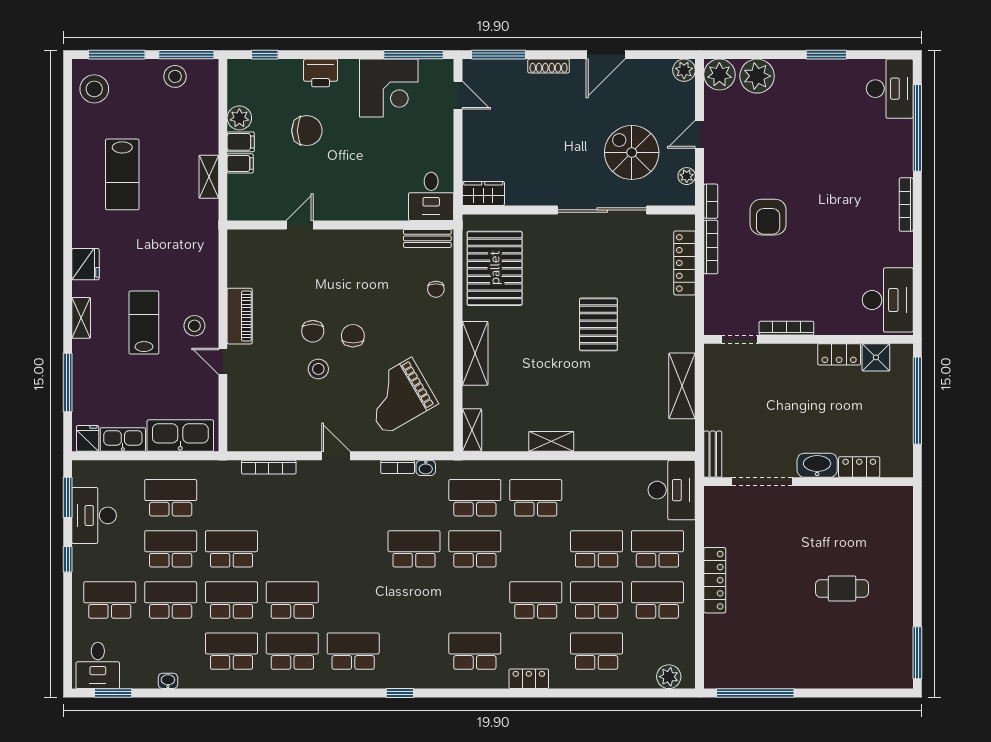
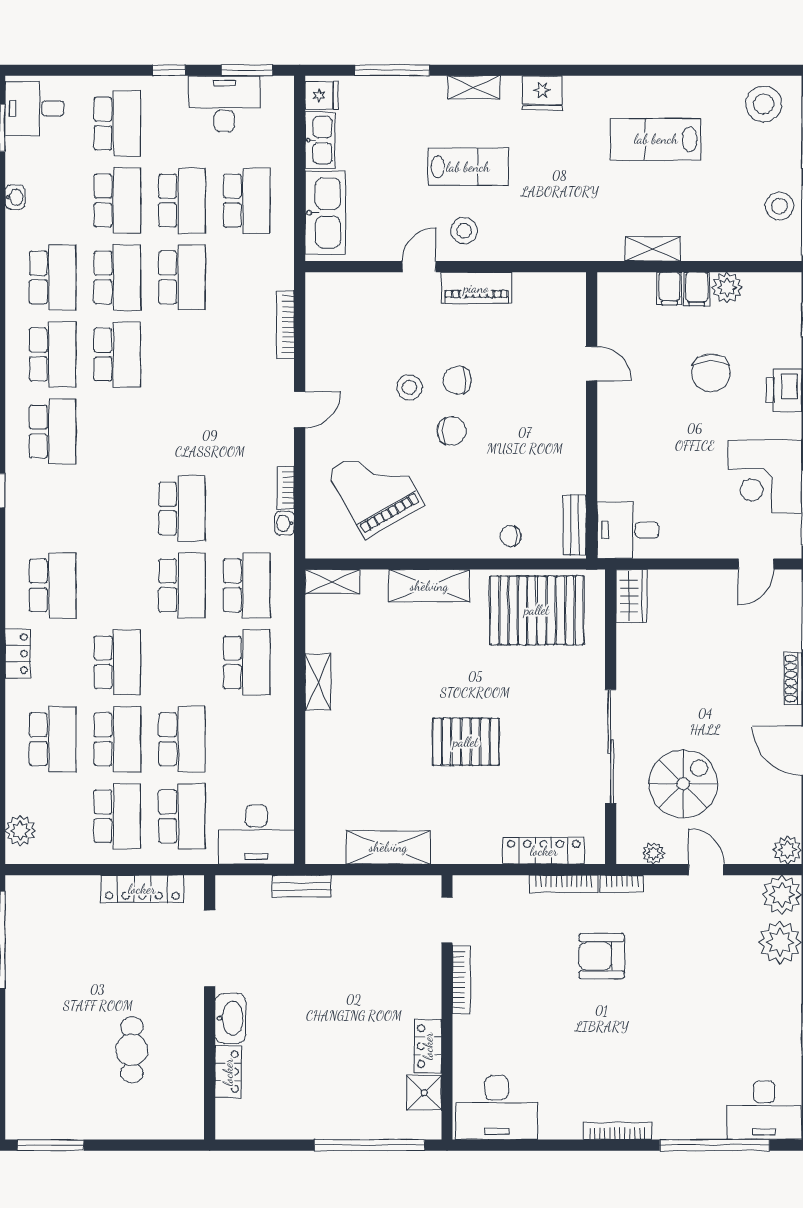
washbasin: (817, 465) -> (230, 1018), moved
locker: (859, 467) -> (228, 1072), moved
doorway: (762, 482) -> (210, 948), moved
wall: (808, 482) -> (210, 1007), moved

